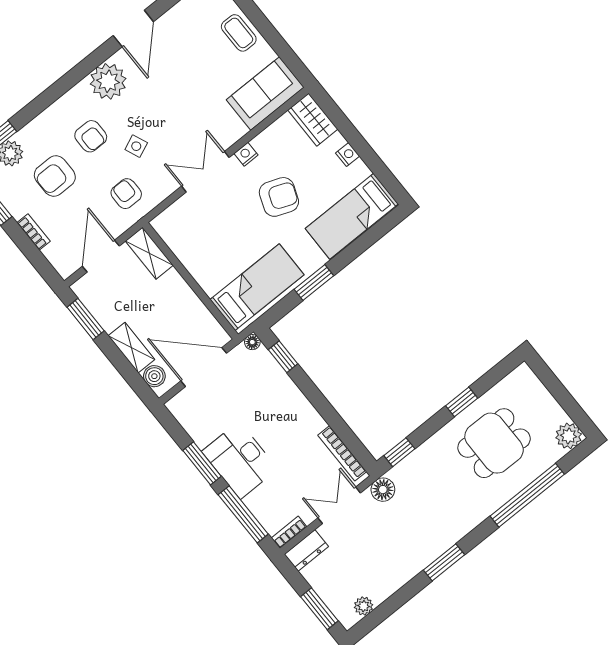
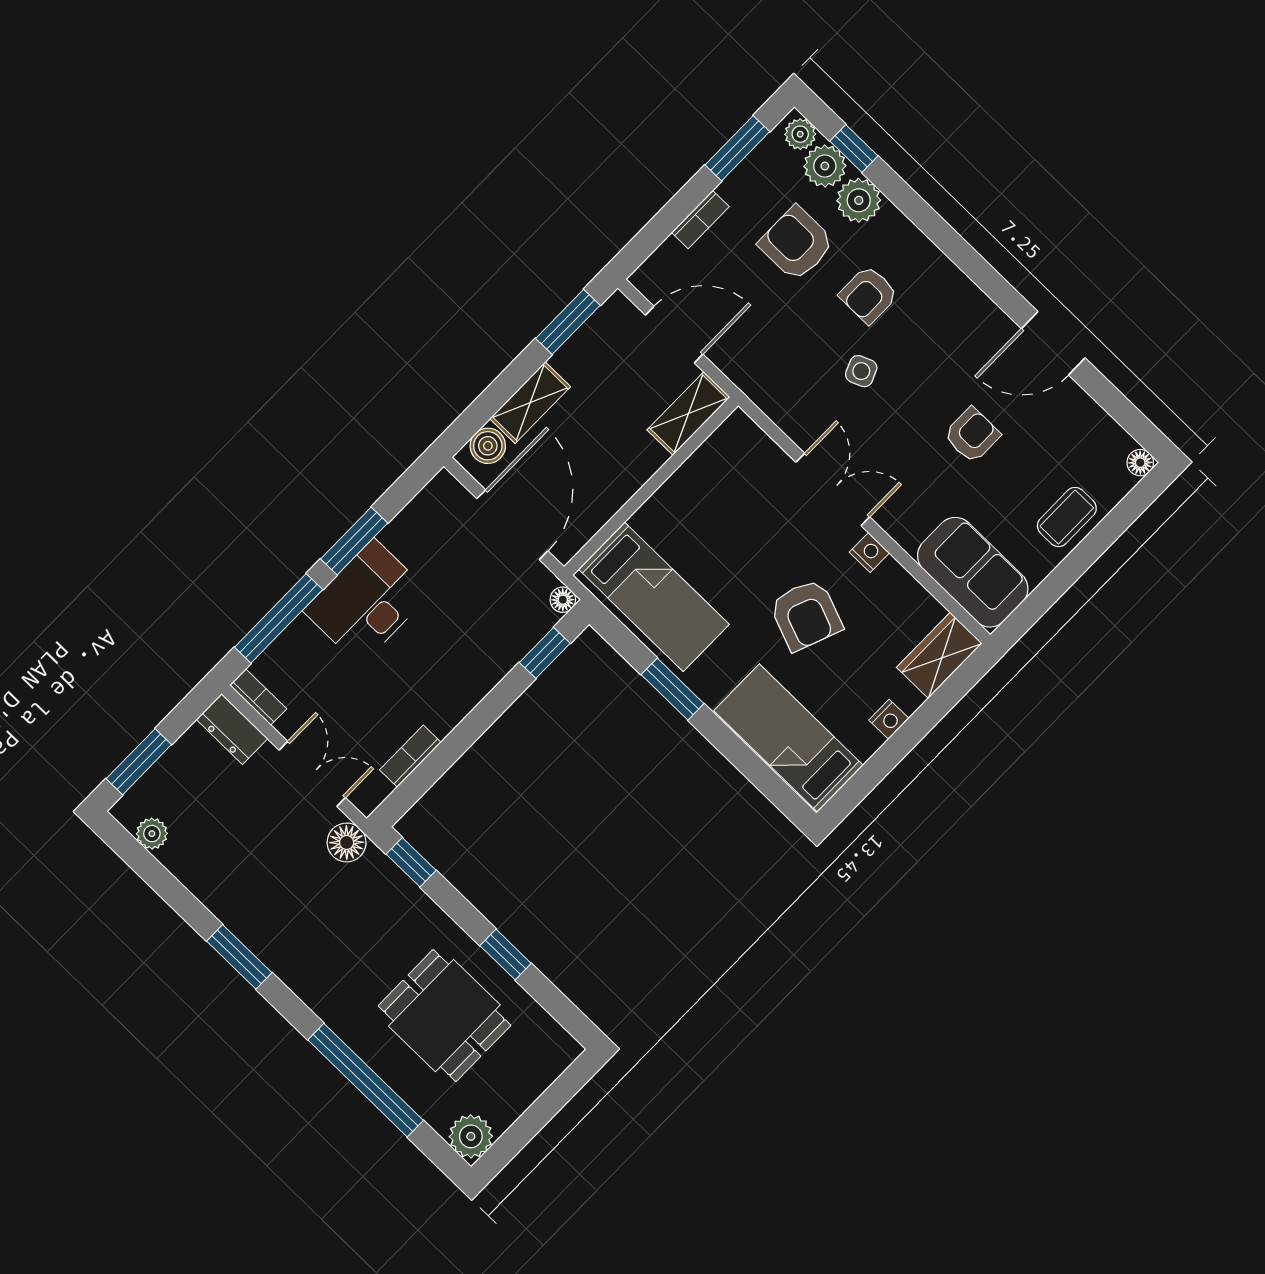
plant: (108, 81) -> (859, 200), moved, width x0.73, depth x0.73
armchair: (126, 194) -> (972, 435), moved
bookcase: (342, 453) -> (410, 756), width x0.64

